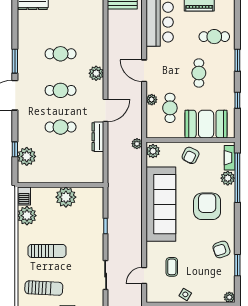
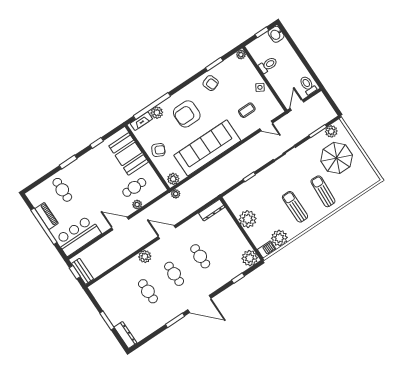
door: (144, 71) -> (120, 224), swing flipped
cafe table: (199, 73) -> (96, 183), removed
dresser: (98, 137) -> (212, 210), moved
plant: (27, 156) -> (250, 258), moved

